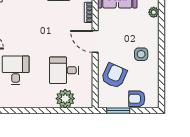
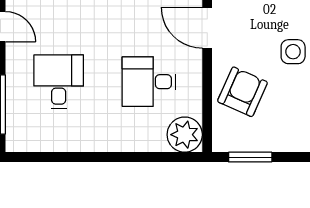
plant: (65, 99) -> (185, 135), moved
armchair: (137, 99) -> (285, 135), removed

